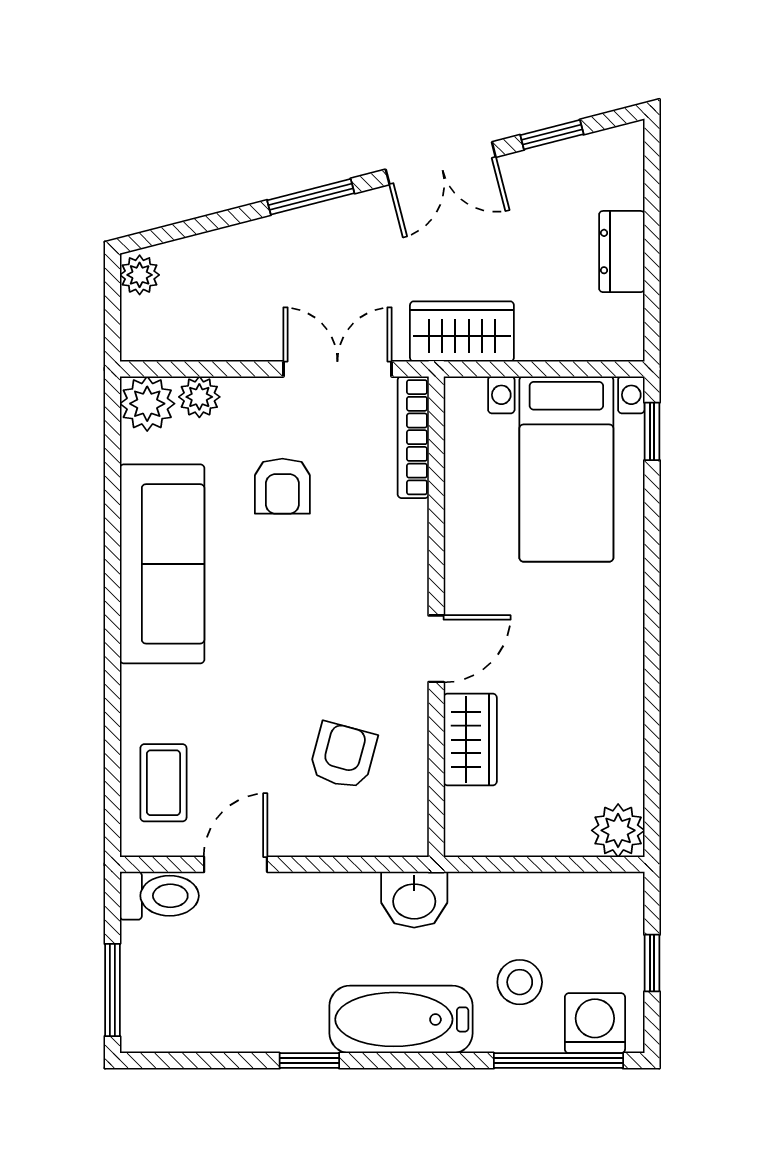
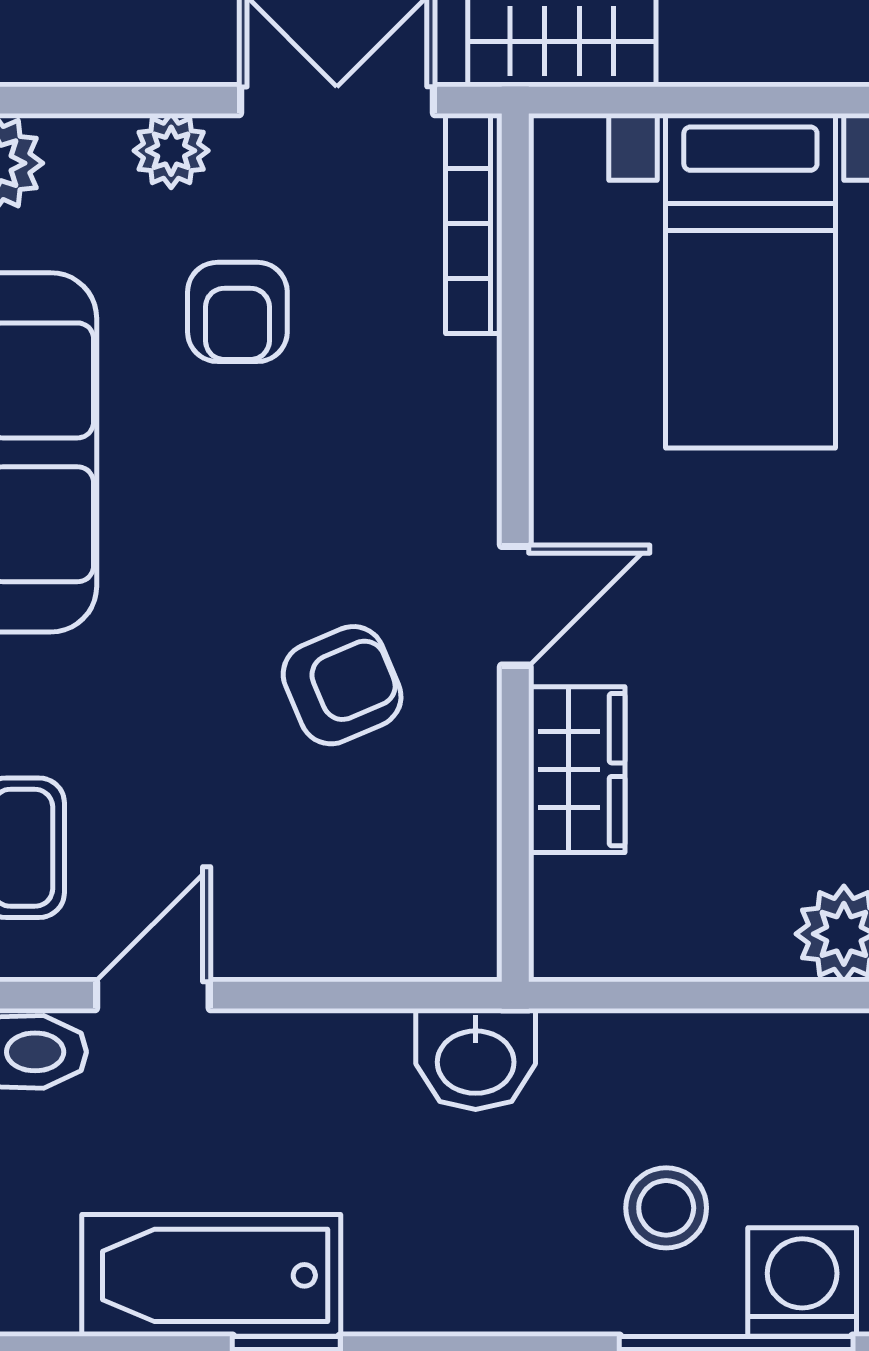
plant: (199, 397) -> (171, 151), moved
armchair: (343, 756) -> (342, 685), moved, turned 52
bathtub: (401, 1019) -> (211, 1275), moved

